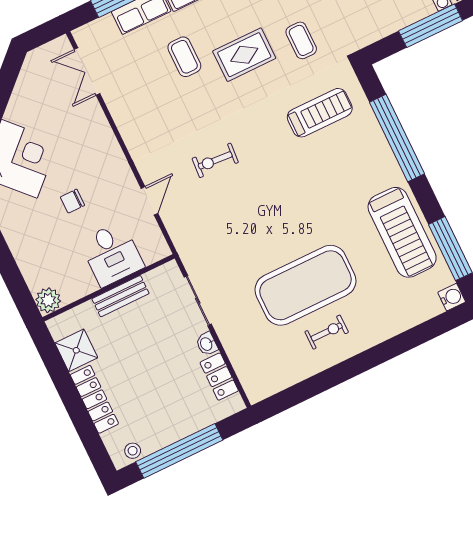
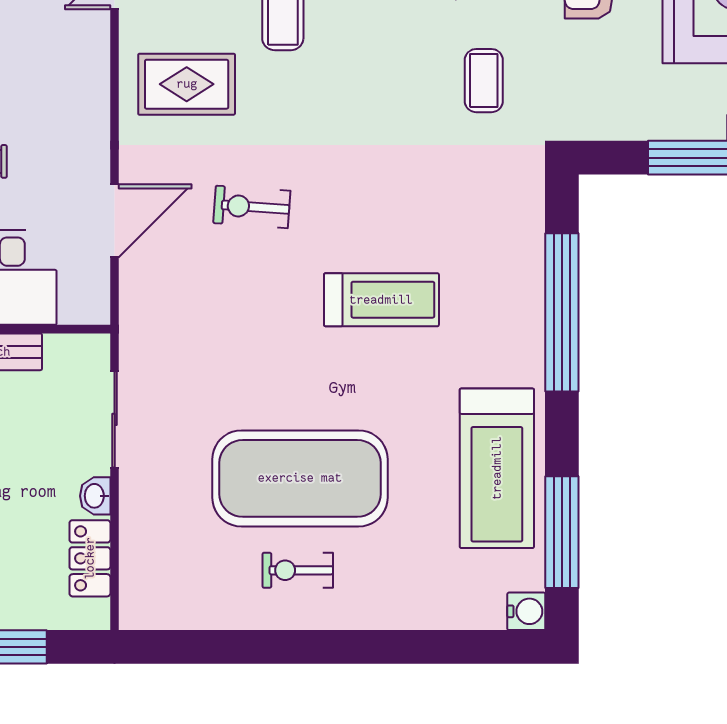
rug: (244, 55) -> (187, 84), moved
treadmill: (320, 113) -> (381, 300), moved
door: (150, 201) -> (115, 221), width x1.38
exercise bike: (327, 332) -> (298, 570), turned 180

